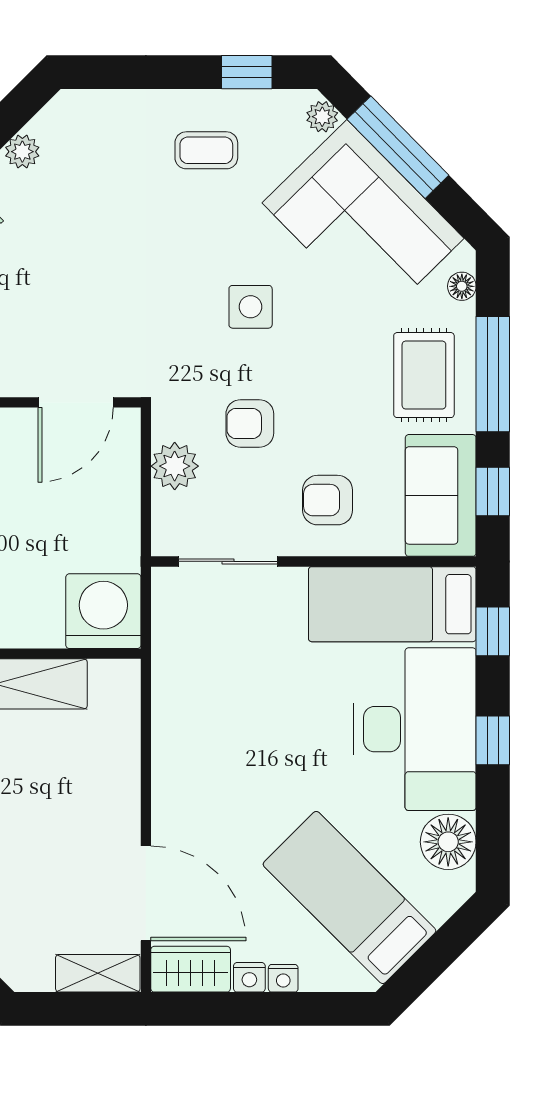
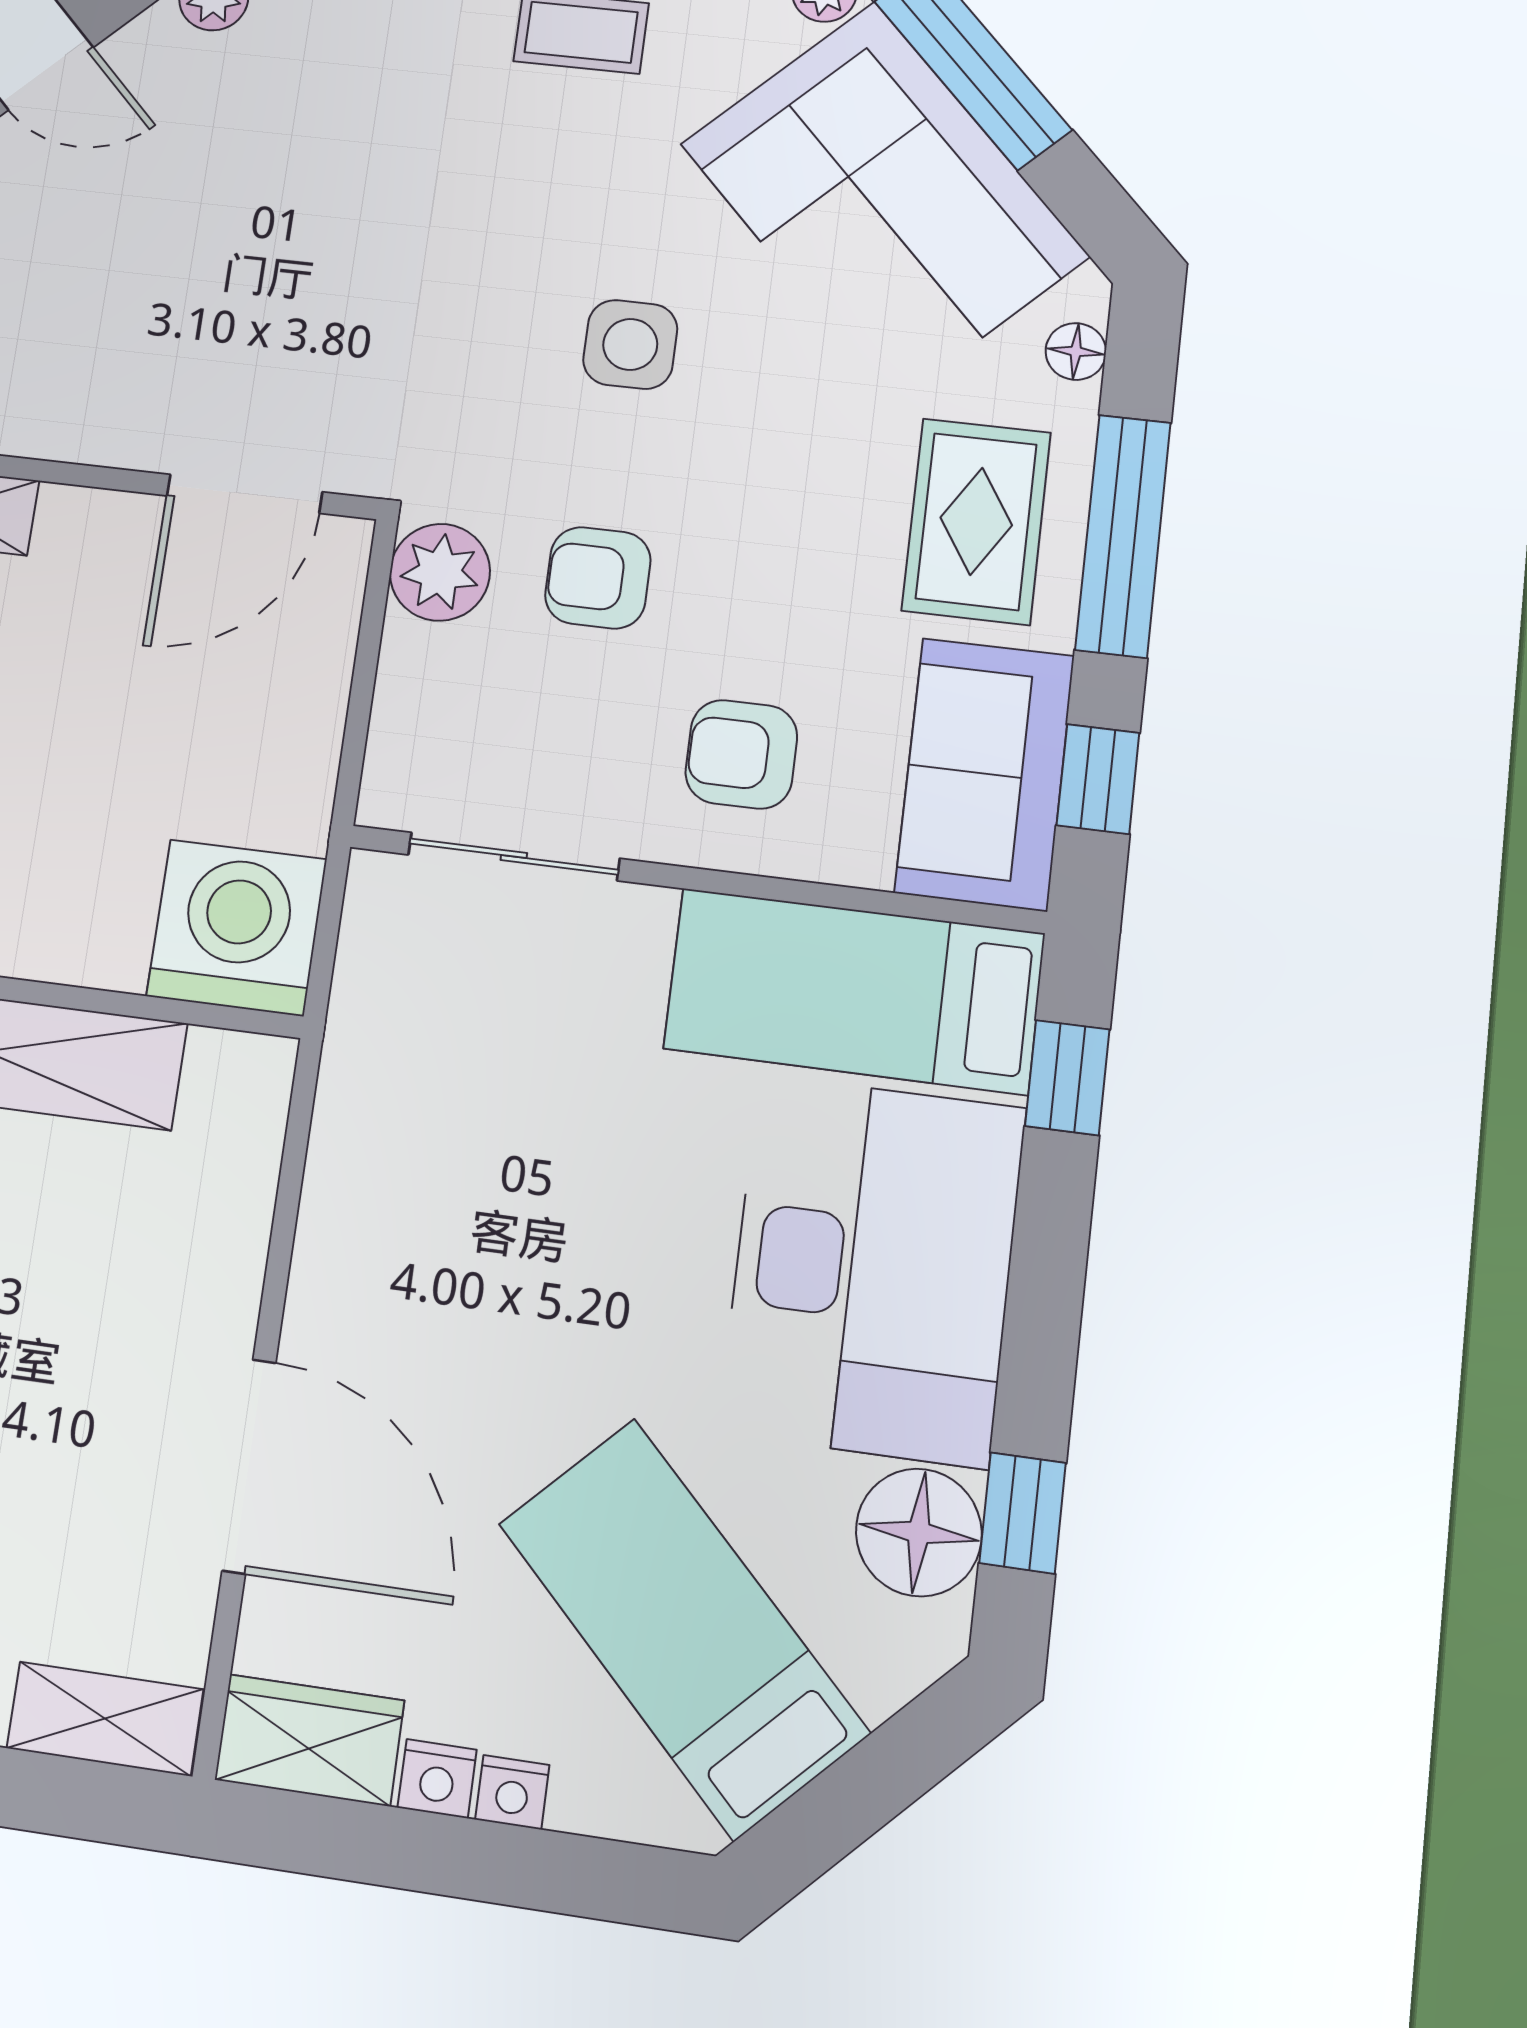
plant: (175, 466) -> (440, 572), moved
window: (493, 740) -> (1023, 1513), moved
door: (146, 893) -> (249, 1466), moved

